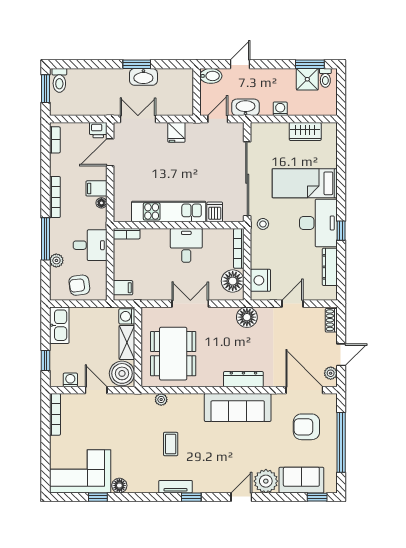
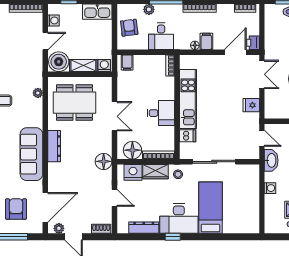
wardrobe: (305, 131) -> (156, 172), moved, turned -90
door: (110, 152) -> (235, 52), hinge flipped
sliding door: (247, 179) -> (214, 162), width x0.73
dresser: (243, 379) -> (54, 146), moved

